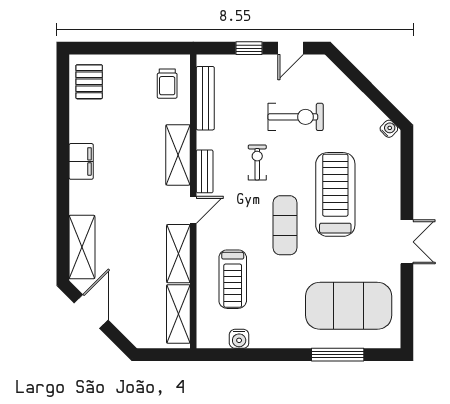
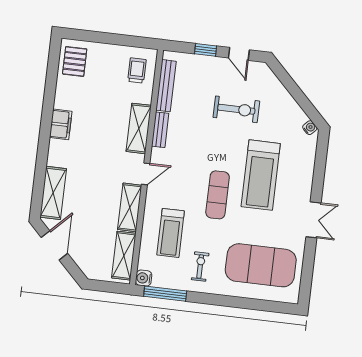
door: (291, 48) -> (239, 54), hinge flipped
trolley: (167, 84) -> (137, 70), turned 180
exercise bike: (257, 162) -> (200, 267), moved
bench: (205, 171) -> (160, 130), moved
treadmill: (335, 194) -> (261, 175), turned 180
water cooler: (239, 339) -> (144, 278), moved, turned 90
window: (338, 355) -> (165, 294), moved

